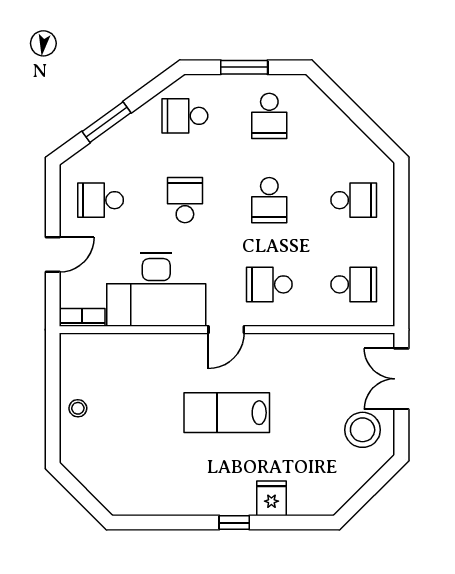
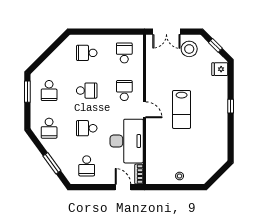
window: (244, 67) -> (27, 92), moved
school desk: (269, 116) -> (49, 91), turned 90
school desk: (354, 200) -> (87, 53), turned -90
door: (53, 255) -> (123, 187), moved
school desk: (269, 284) -> (124, 91), turned 180
window: (371, 489) -> (215, 45), added
fridge: (271, 498) -> (220, 69), moved

